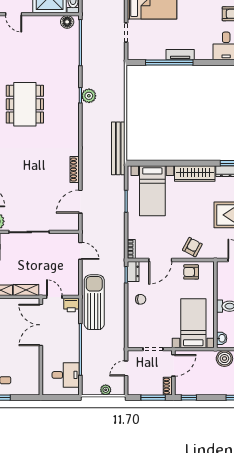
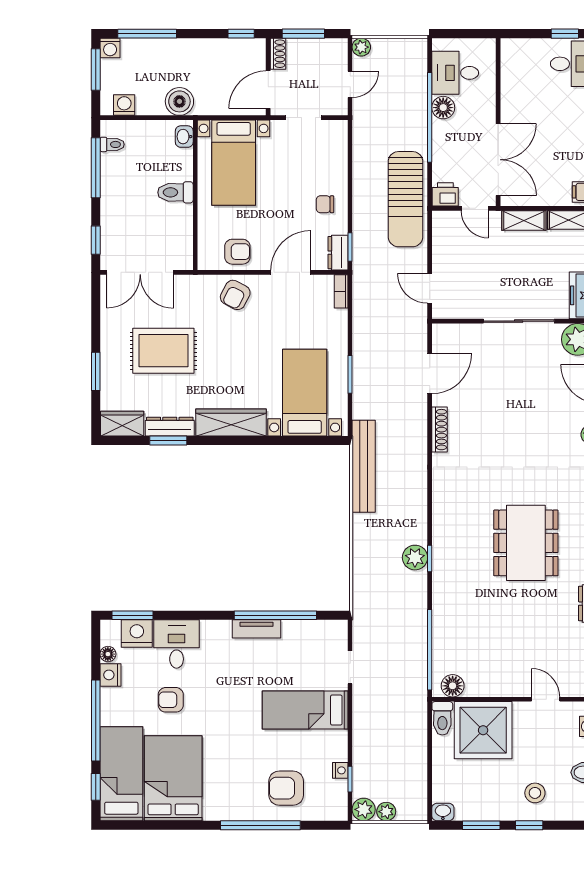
floor lamp: (73, 355) -> (443, 108), added
plant: (106, 390) -> (361, 47), moved

